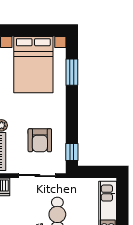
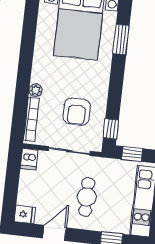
window: (93, 172) -> (132, 154), added

